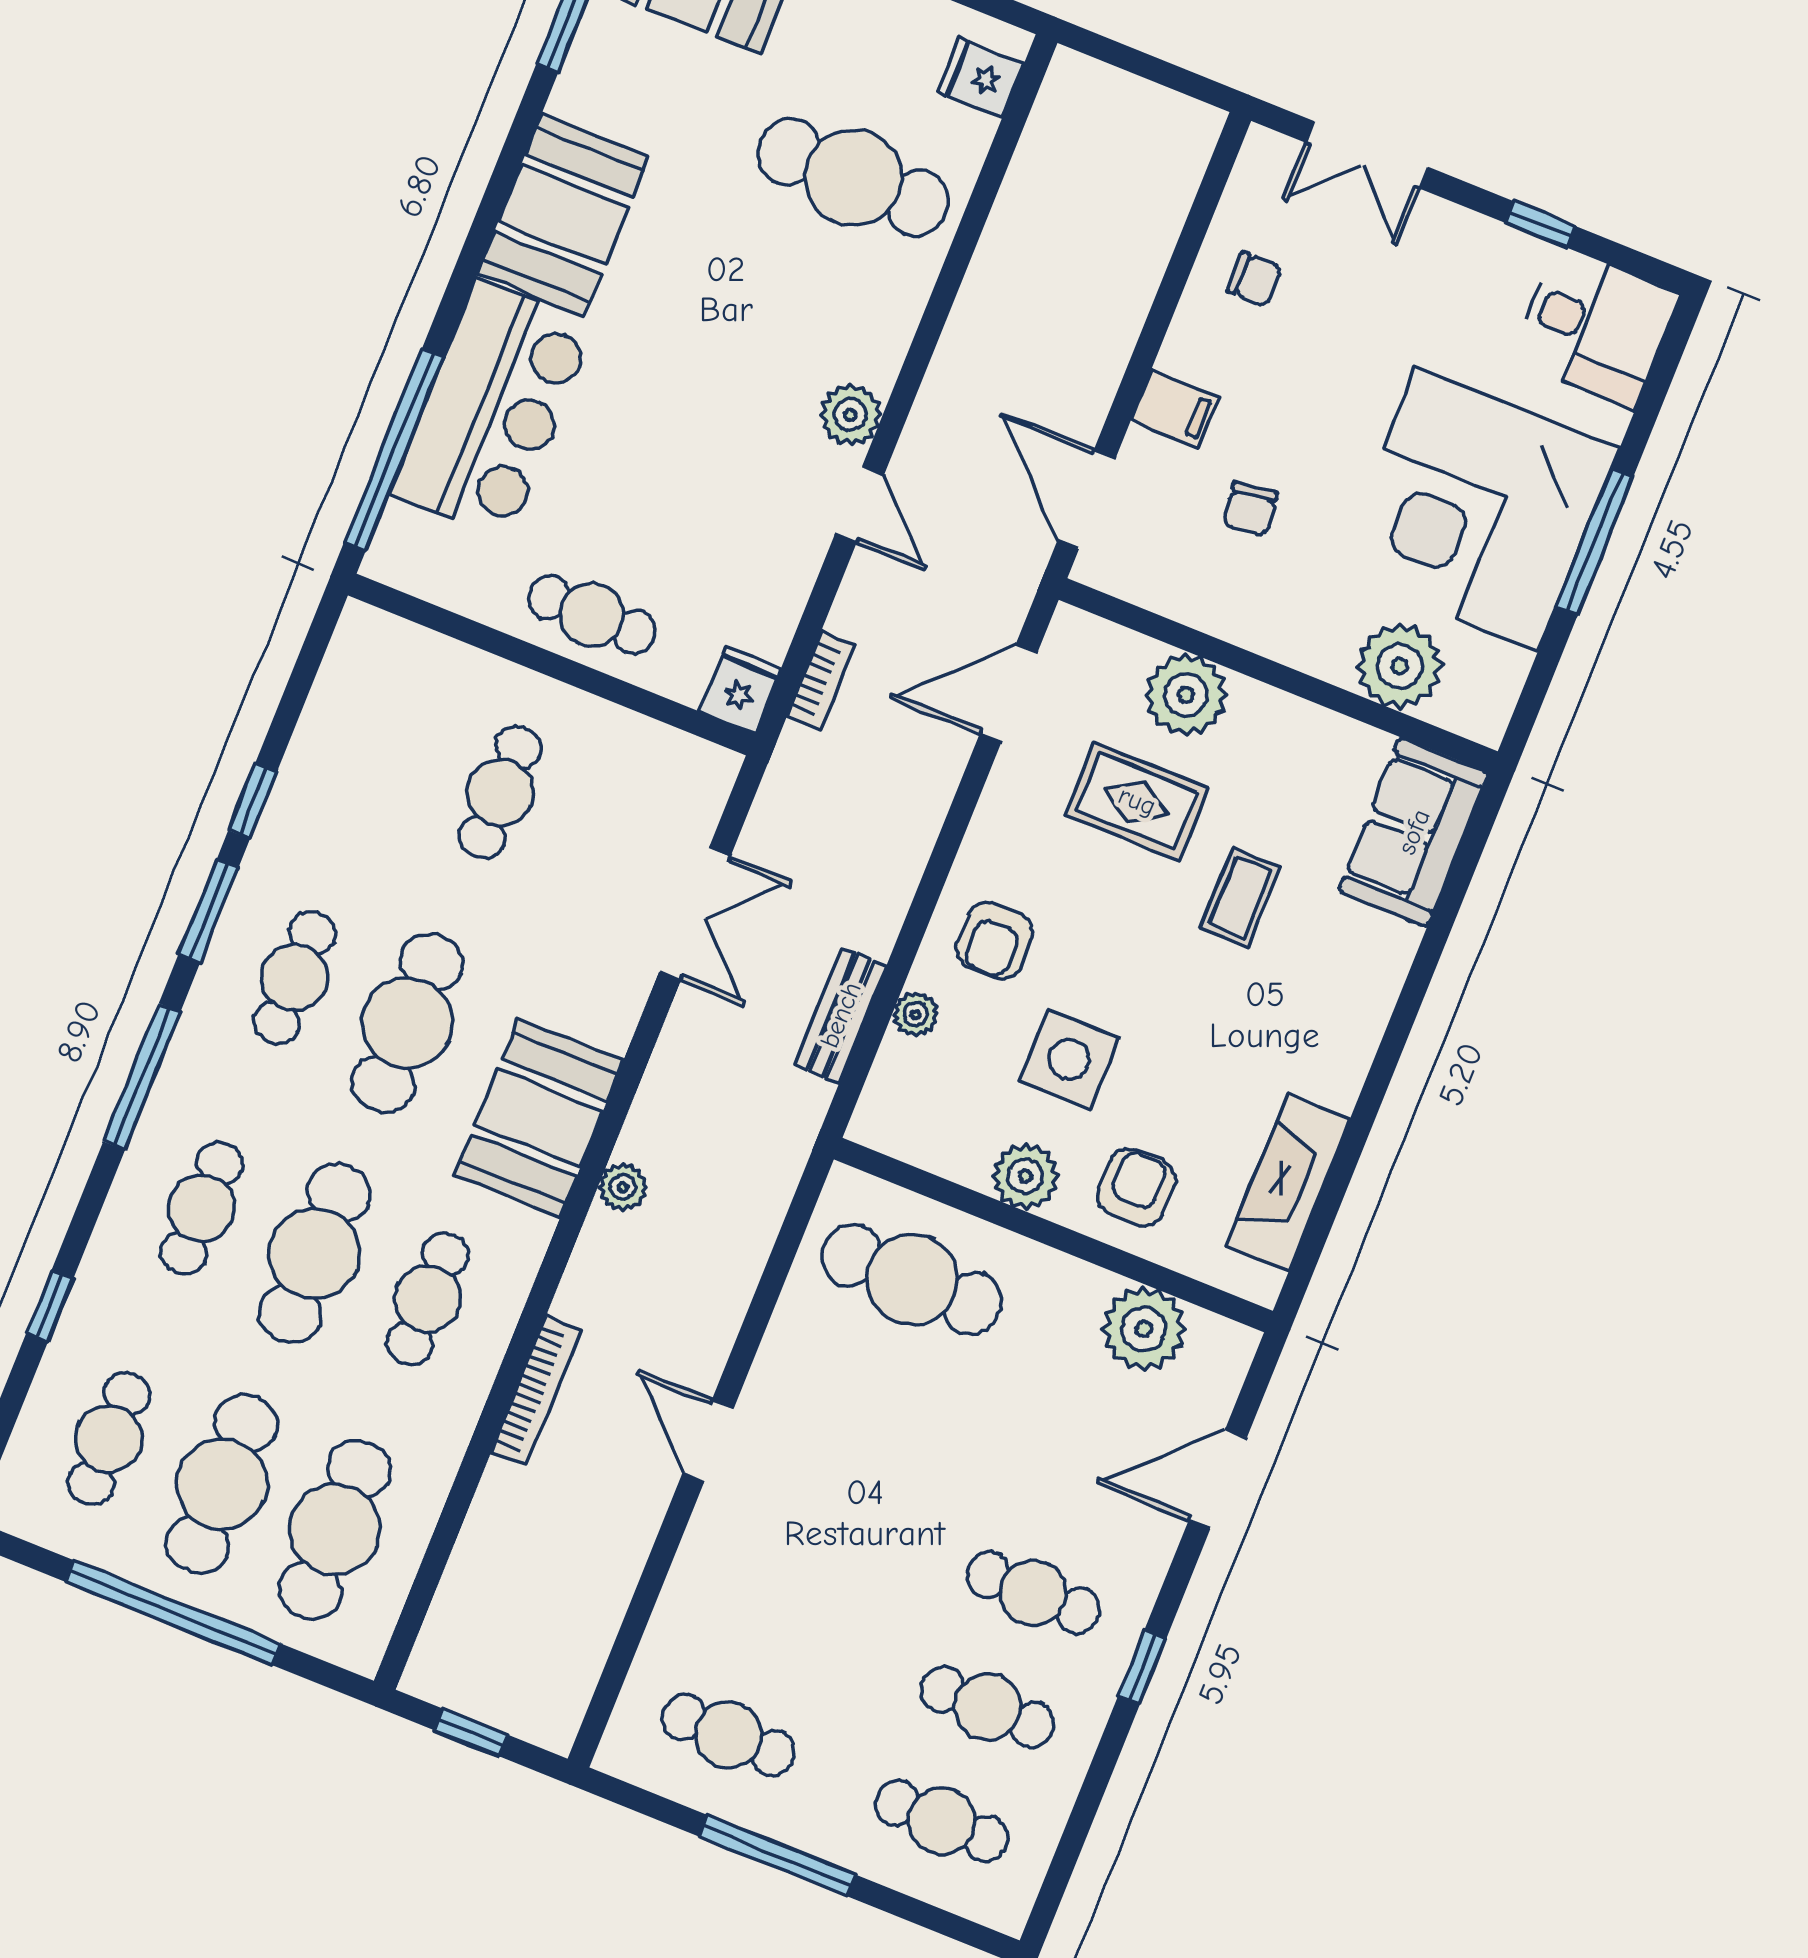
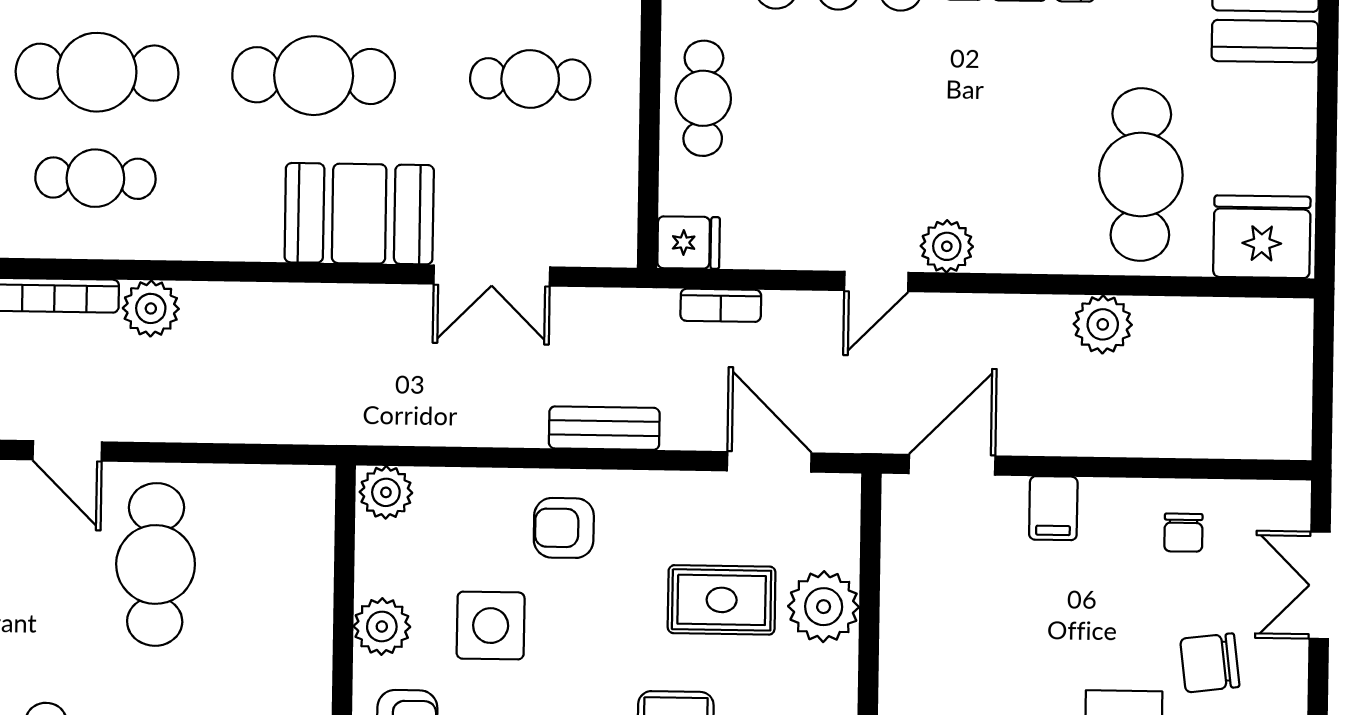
fridge: (981, 78) -> (1262, 237), width x1.88, depth x1.34
plant: (998, 280) -> (1103, 324), added
chair: (1250, 509) -> (1210, 663), moved, width x1.37, depth x1.37
rug: (1137, 801) -> (722, 600), turned 90
plant: (916, 1014) -> (386, 492), moved, width x1.38, depth x1.38
bench: (841, 1015) -> (604, 428), moved
booth: (539, 1118) -> (359, 214), moved
plant: (623, 1187) -> (151, 308), moved, width x1.38, depth x1.38
cafe table: (912, 1279) -> (156, 564), moved
door: (708, 1441) -> (67, 451), swing flipped

